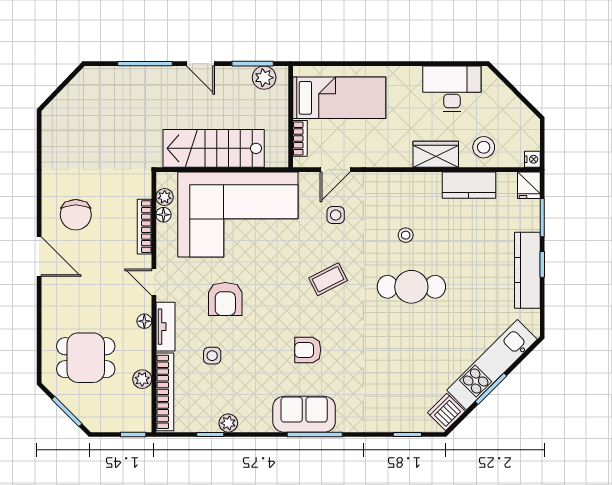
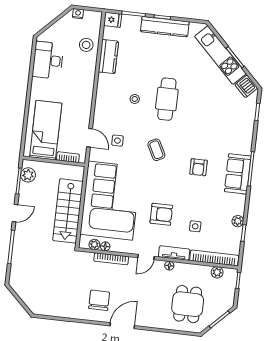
wardrobe: (436, 154) -> (87, 75), removed
nightstand: (532, 159) -> (78, 14), moved
chair: (76, 215) -> (99, 300), turned -90
plant: (142, 379) -> (217, 272), moved

